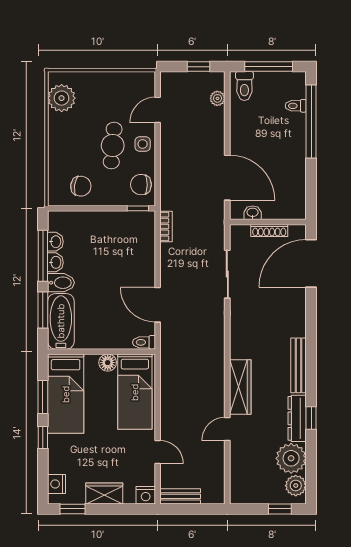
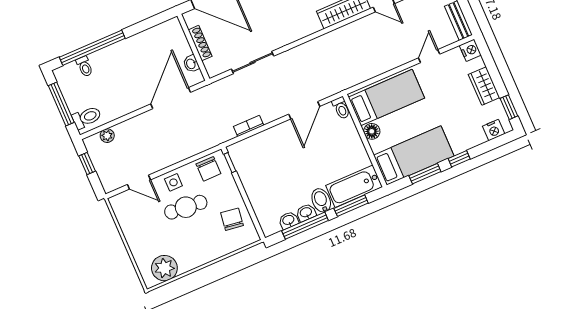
bookcase: (166, 226) -> (249, 126), moved

